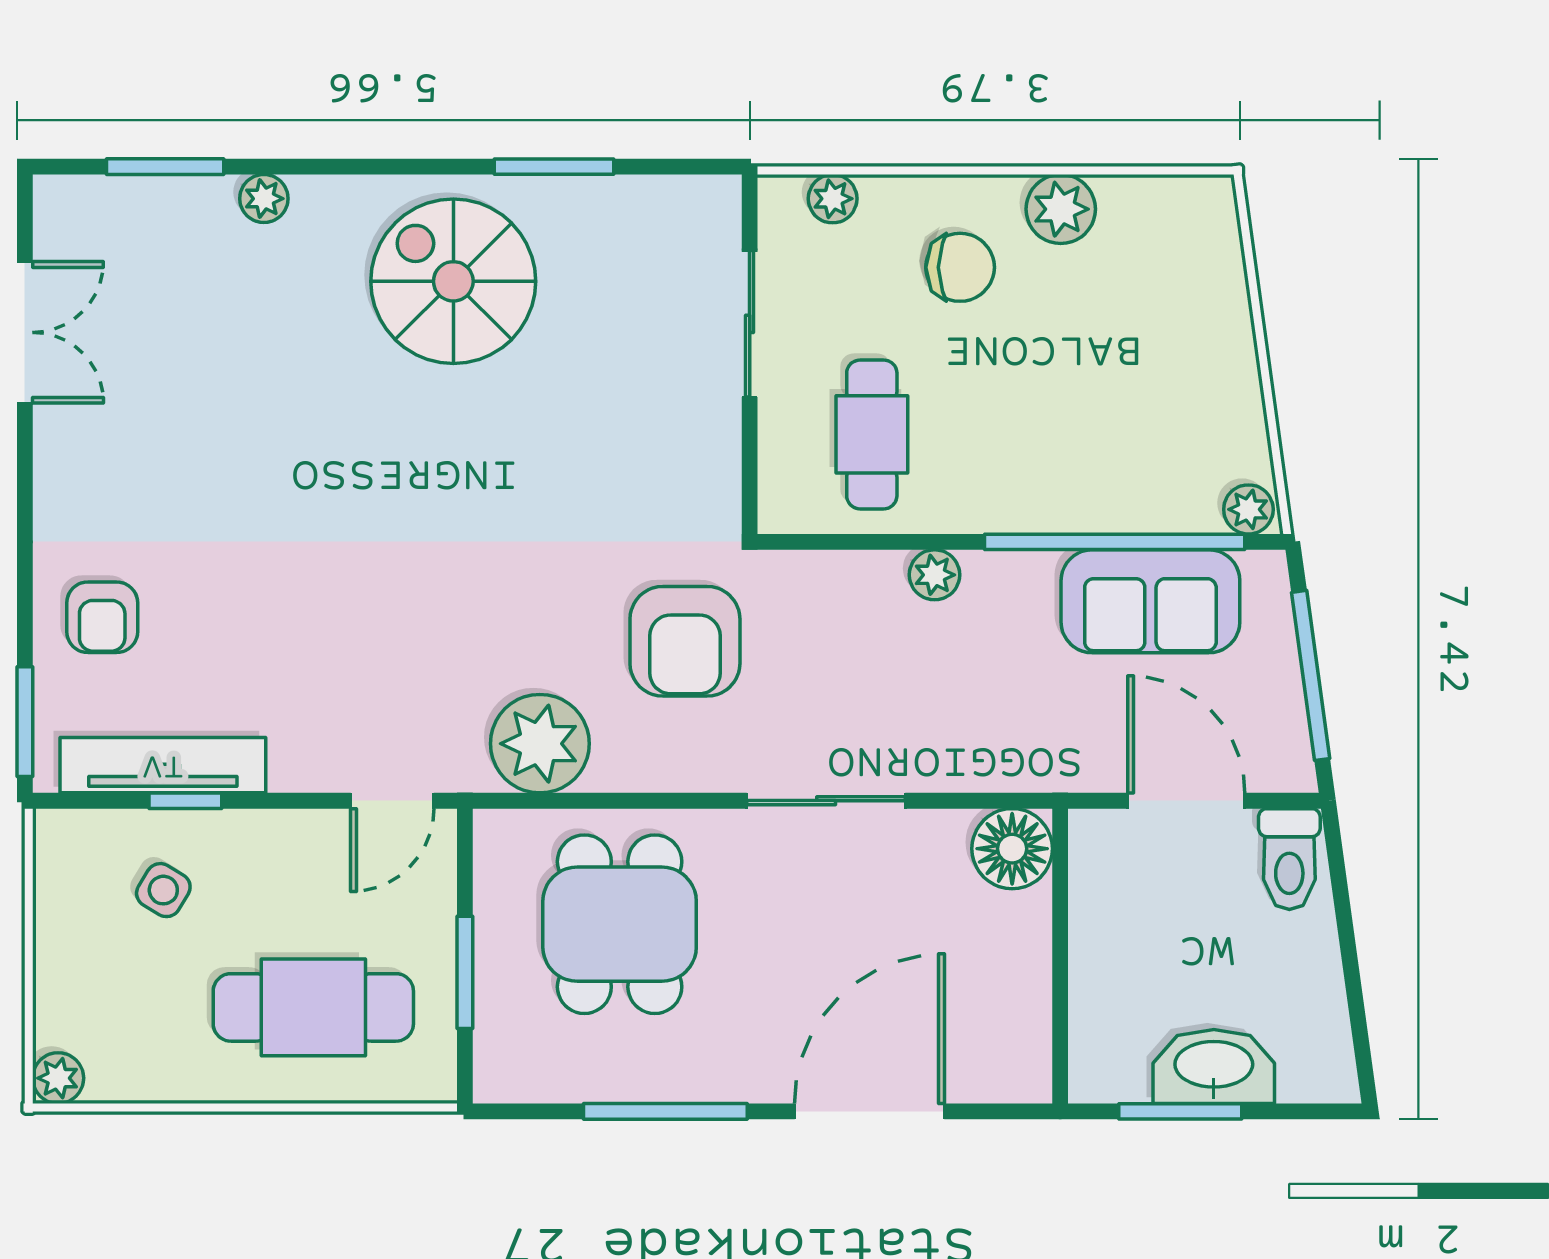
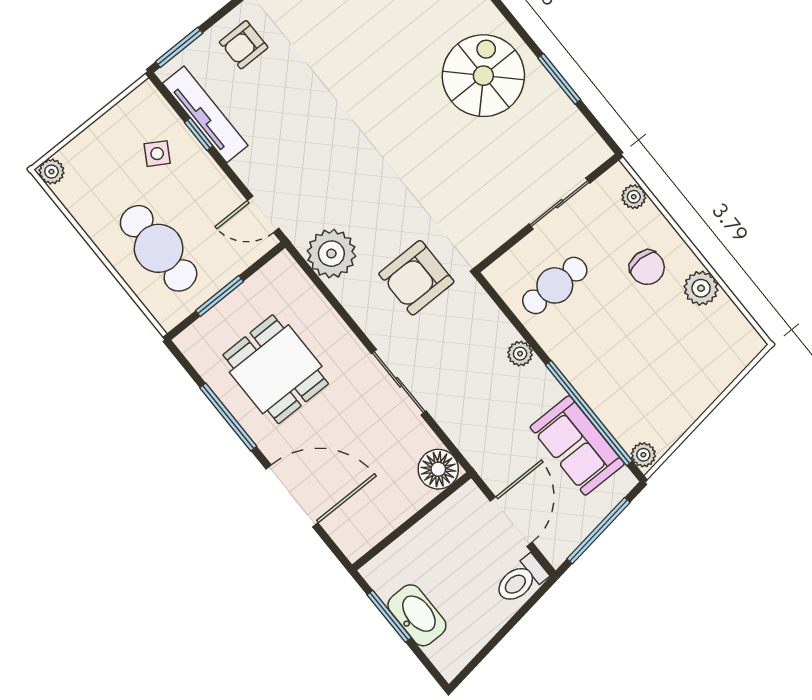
dining table: (620, 924) -> (276, 369), moved, turned 90

